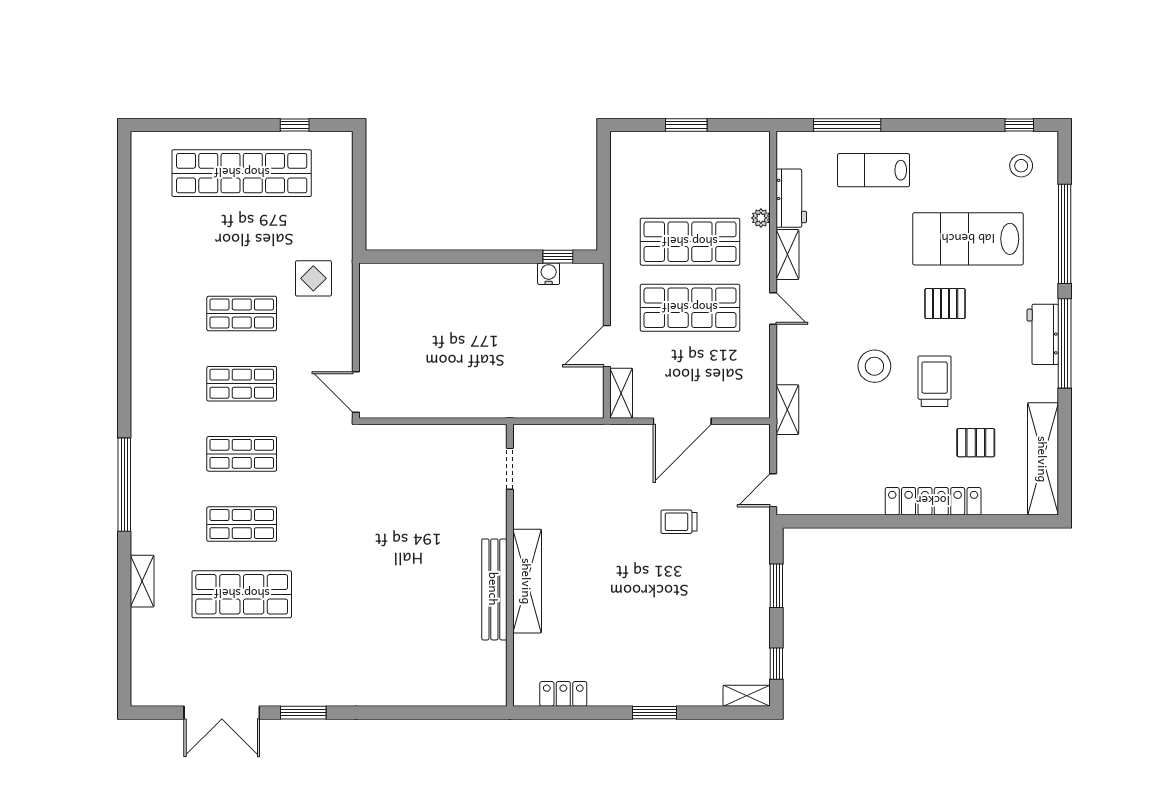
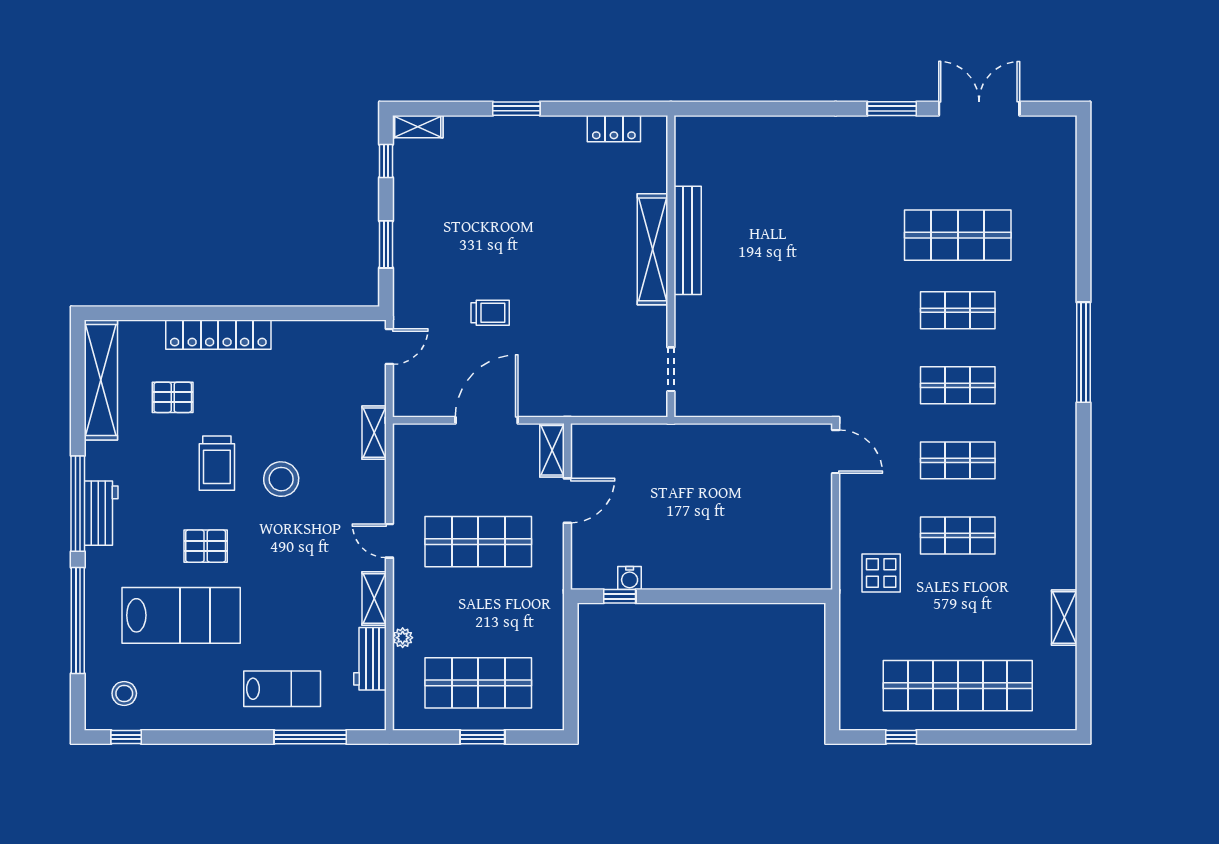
shop shelf: (690, 242) -> (478, 683), moved
shelving: (142, 581) -> (1064, 618), moved

